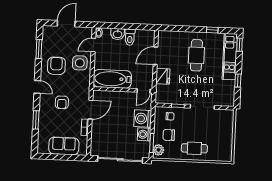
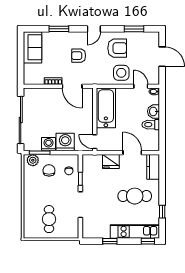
kitchen counter: (170, 37) -> (153, 167), added
sofa: (64, 146) -> (33, 47), moved
cafe table: (194, 148) -> (49, 219), moved

